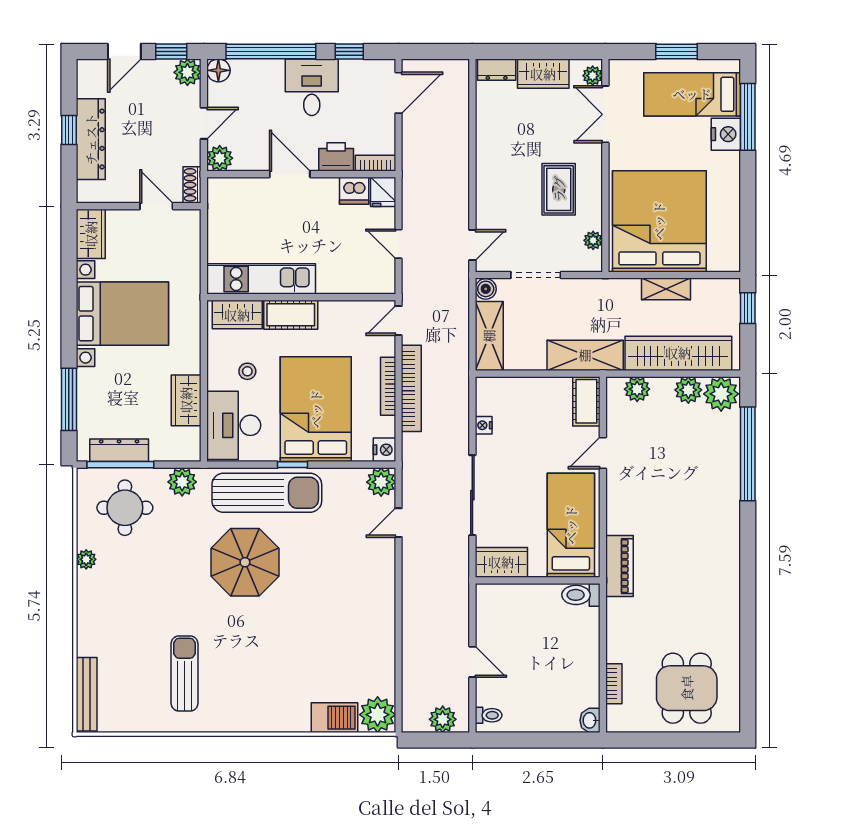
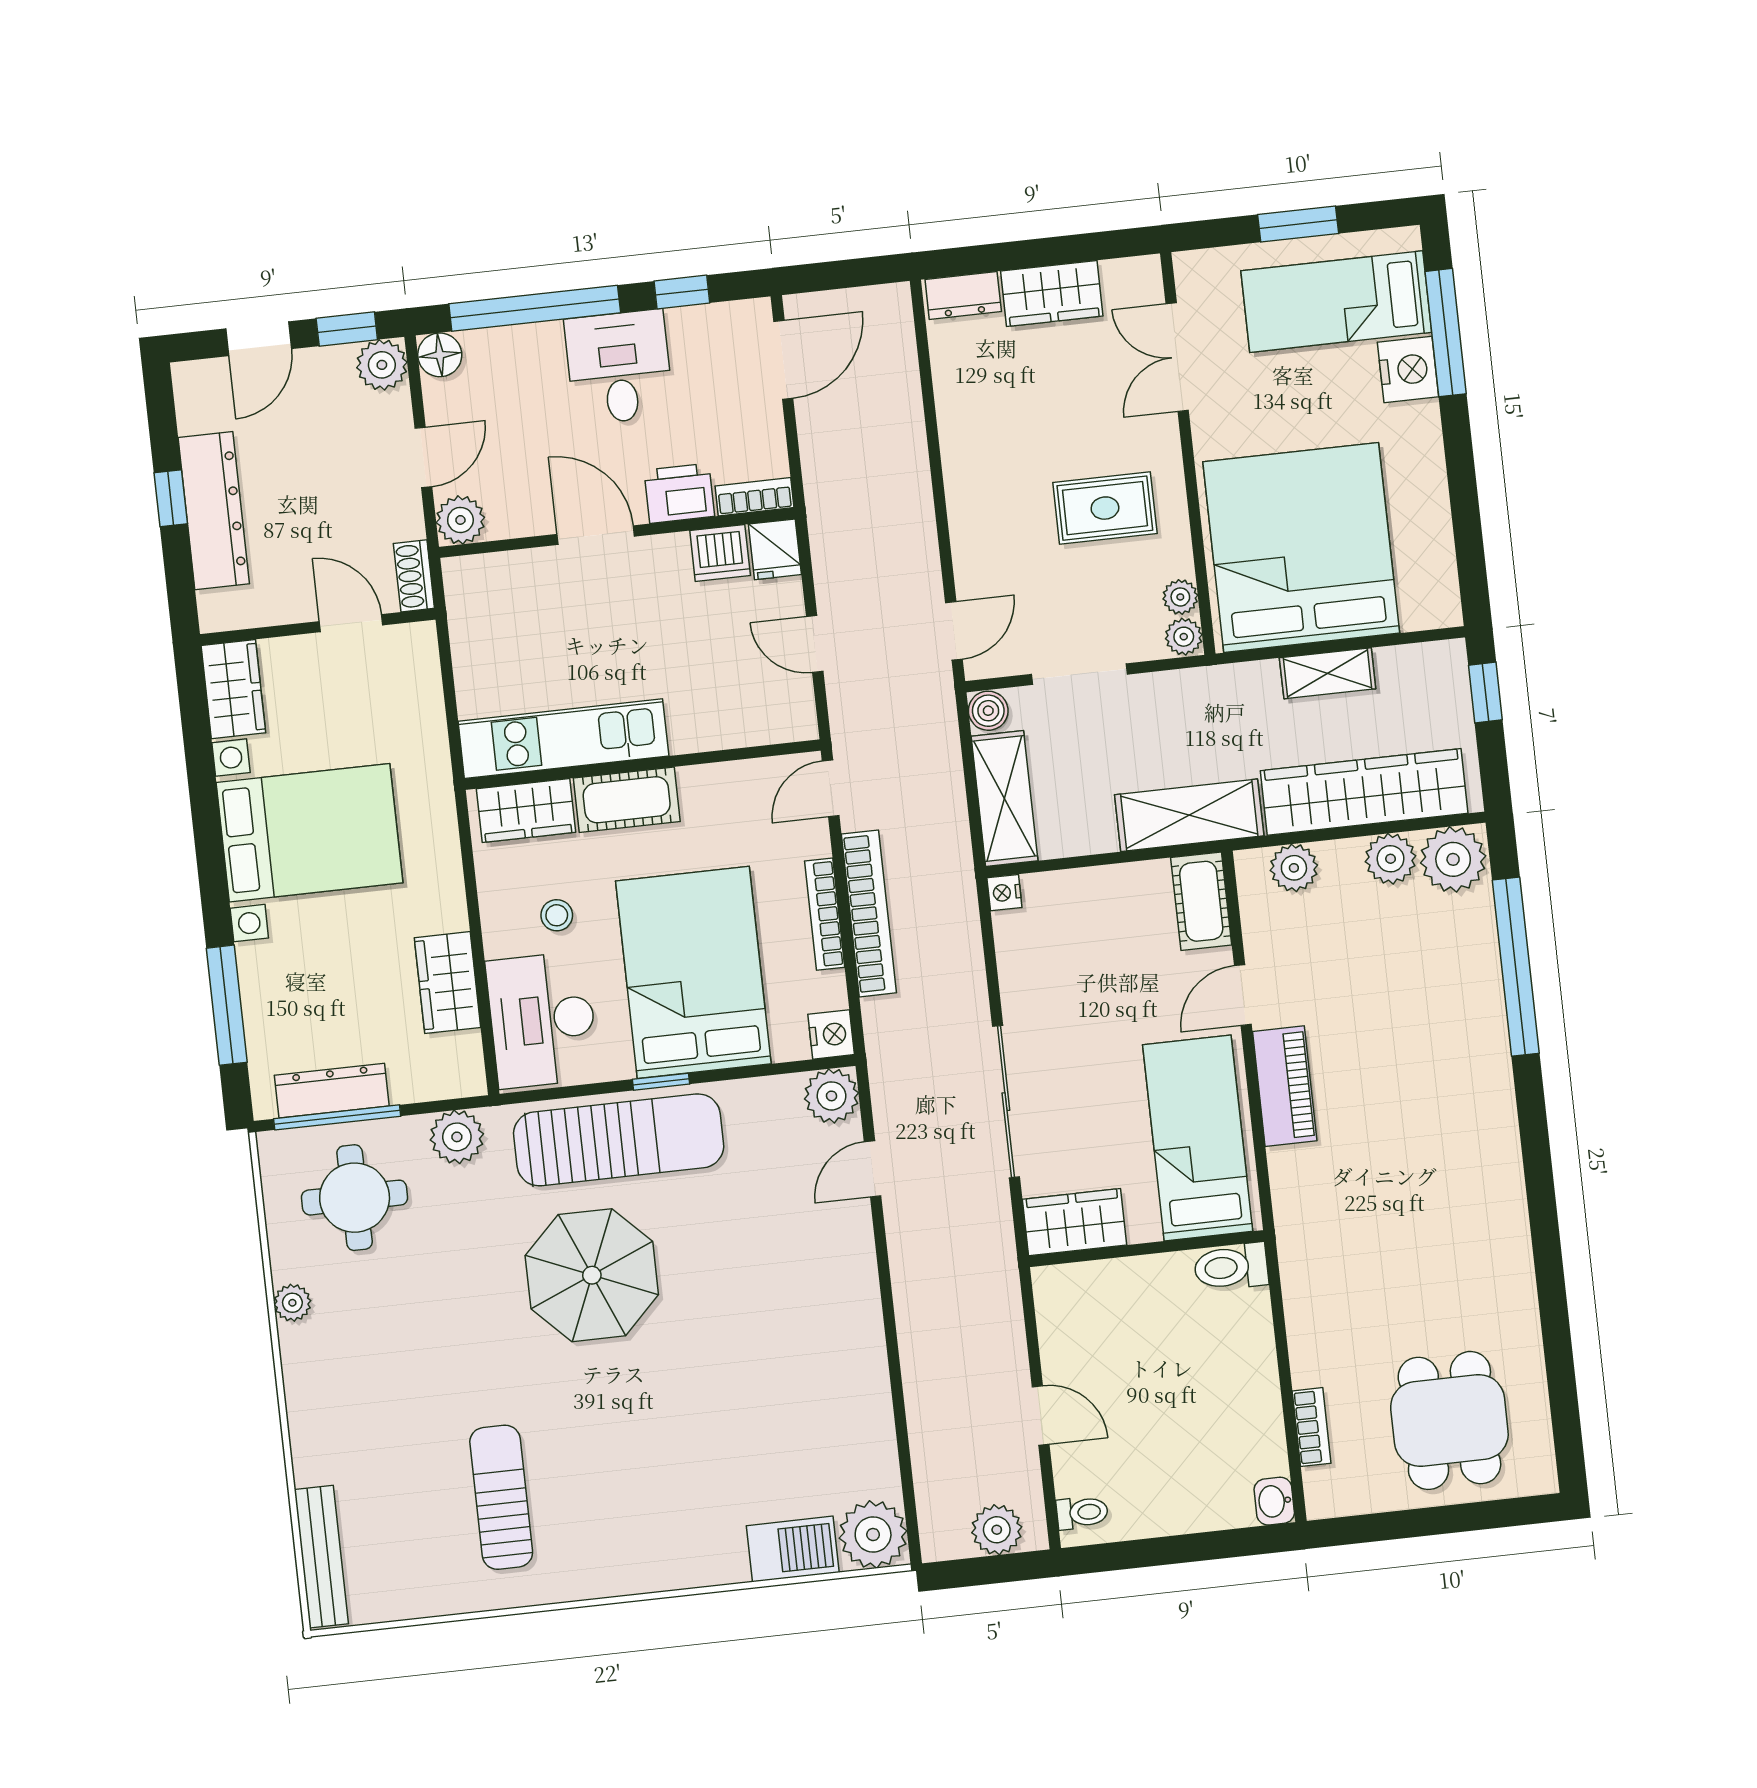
plant: (593, 76) -> (1184, 637), moved
rug: (559, 189) -> (1105, 508), turned 90
nightstand: (484, 425) -> (1004, 893), moved
piano: (620, 566) -> (1285, 1086), moved

